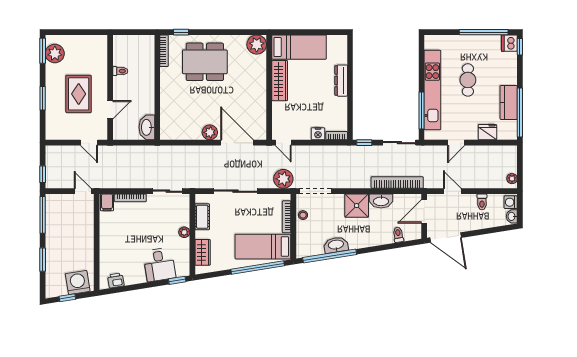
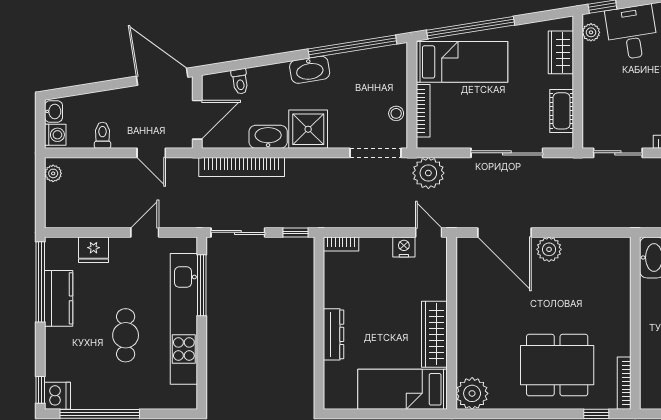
nightstand: (318, 134) -> (404, 247), moved
plant: (184, 232) -> (591, 32), moved
washbasin: (336, 245) -> (310, 70), moved

